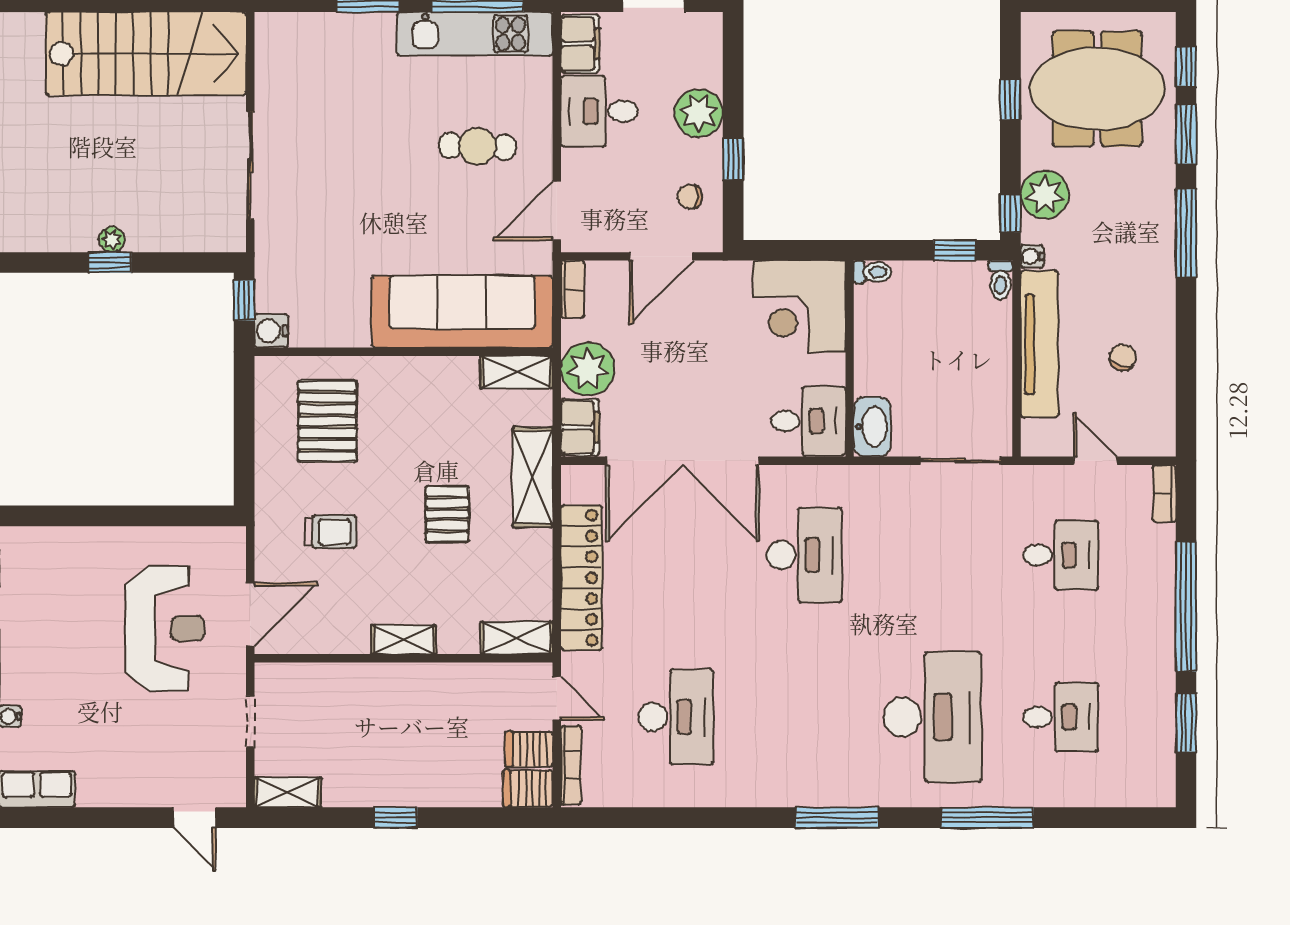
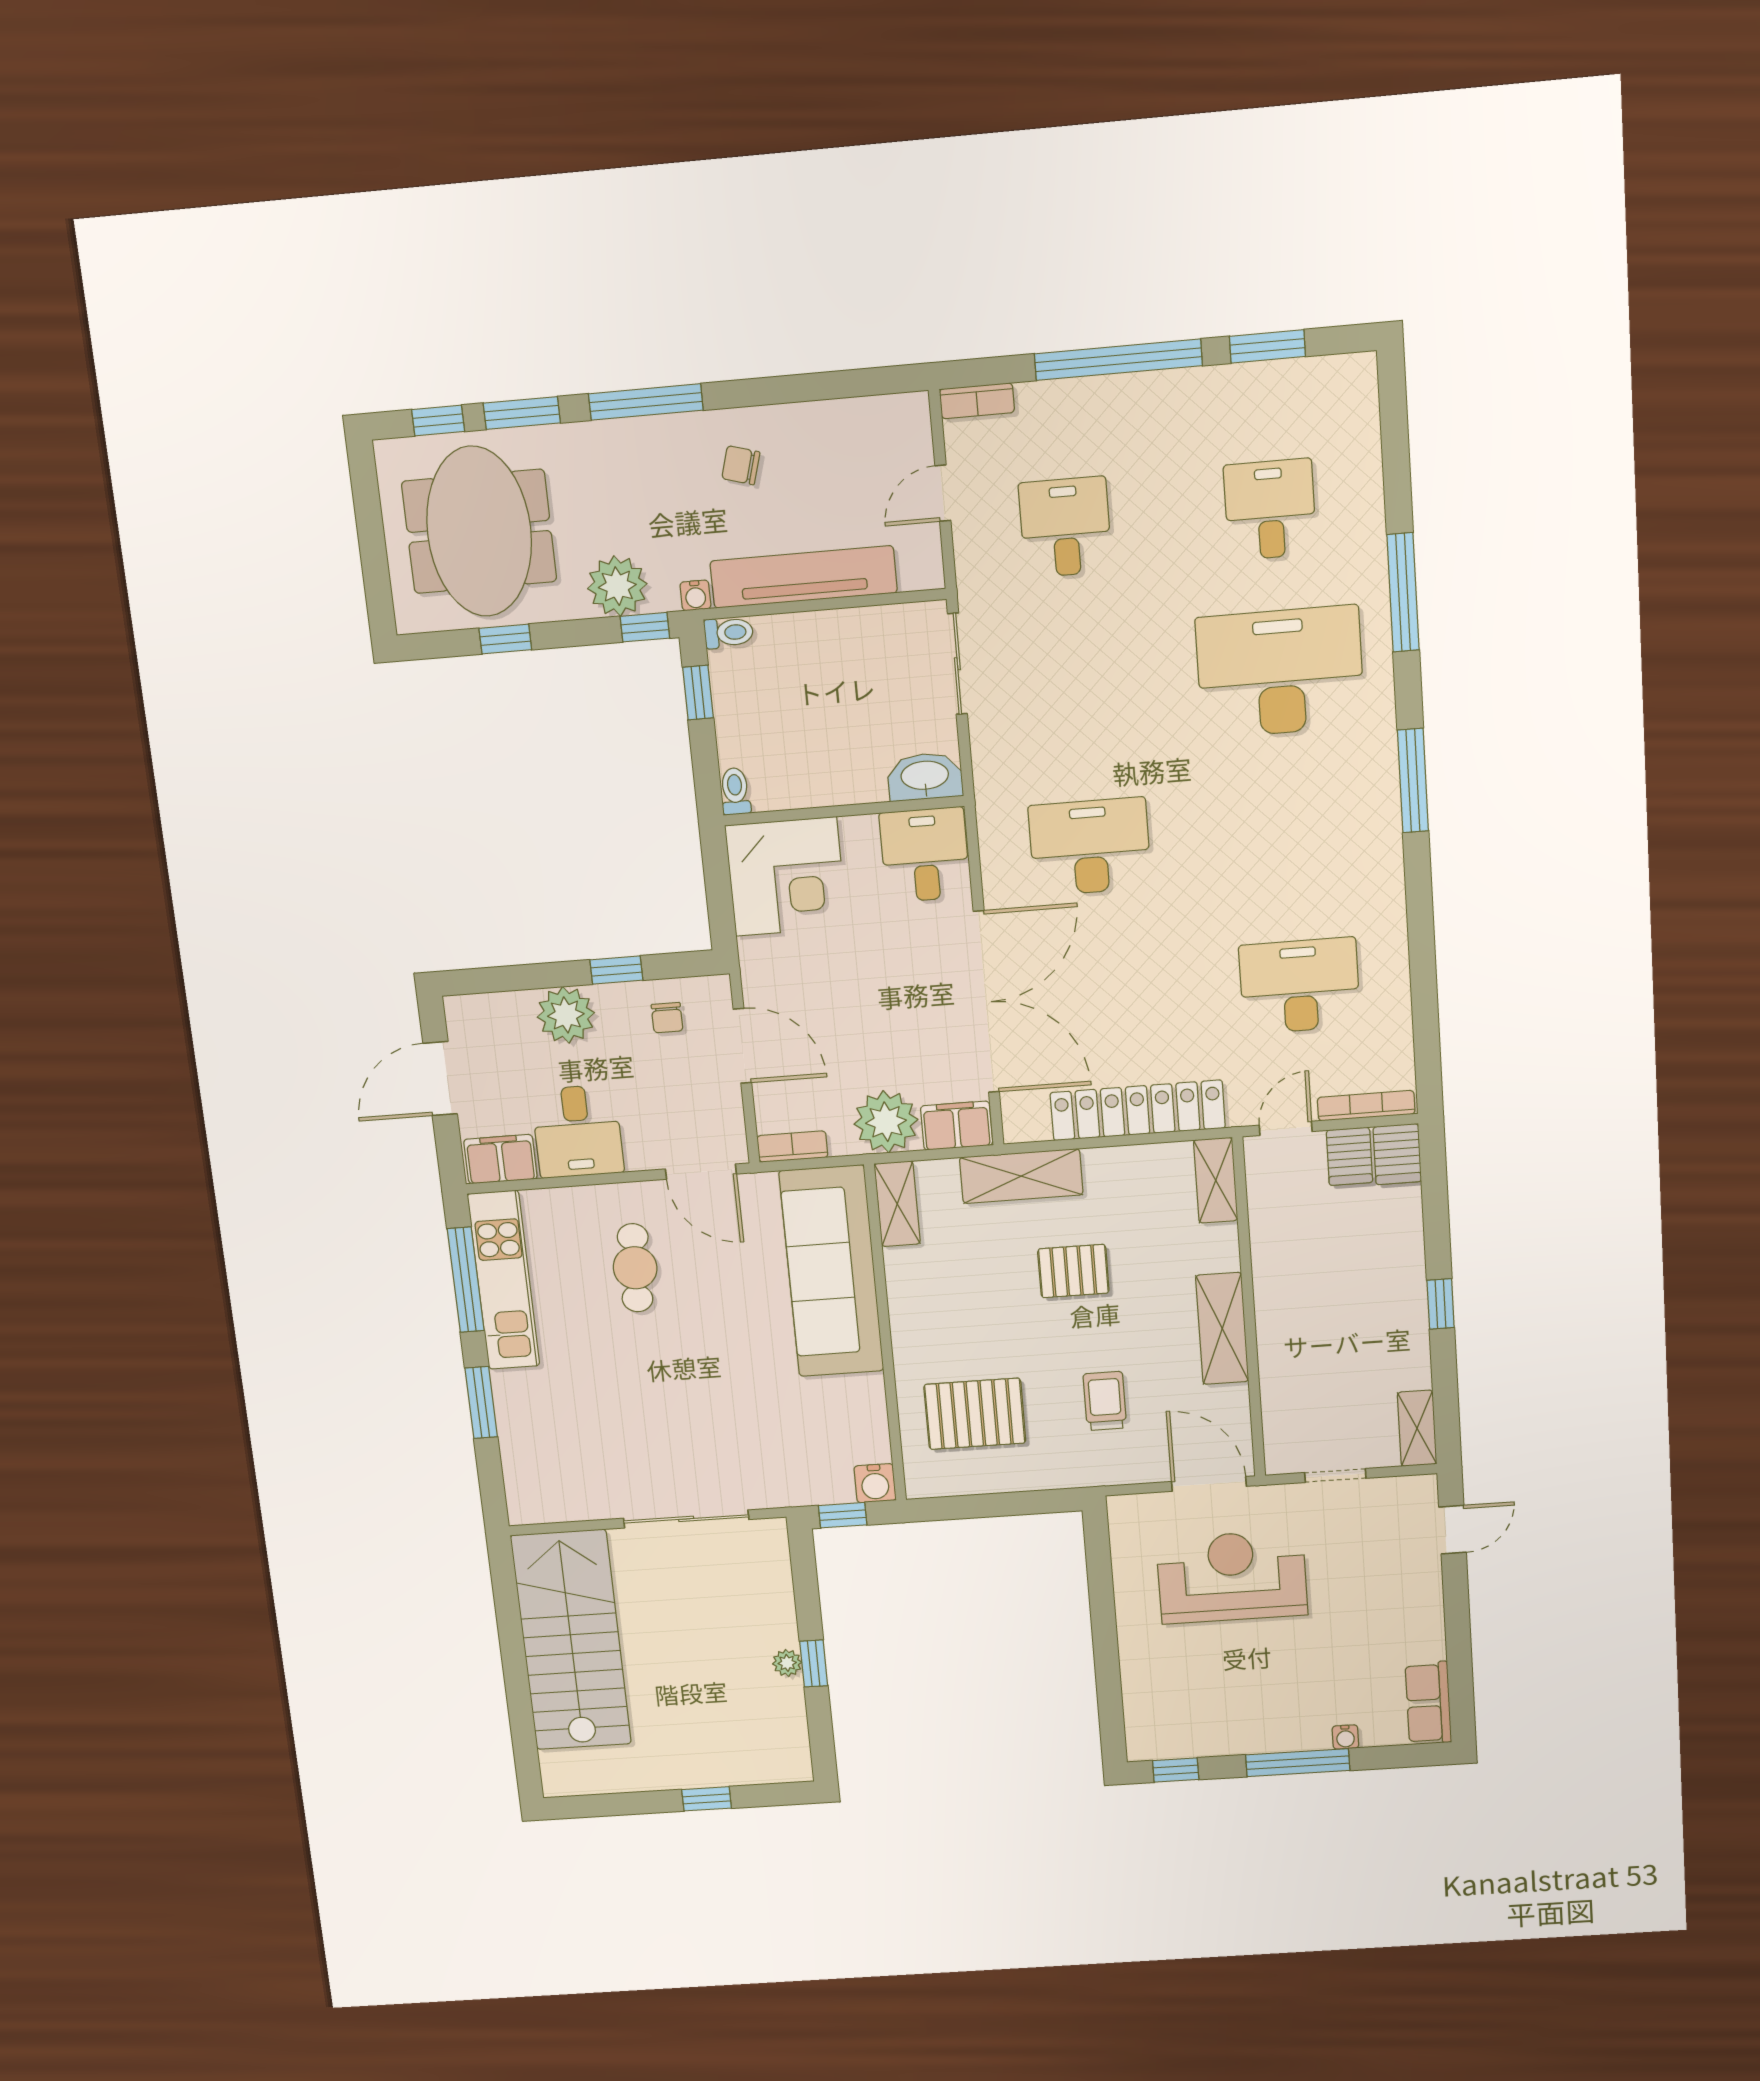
chair: (1123, 357) -> (741, 465), moved
shelving: (404, 640) -> (1222, 1328), width x1.50, depth x1.33

